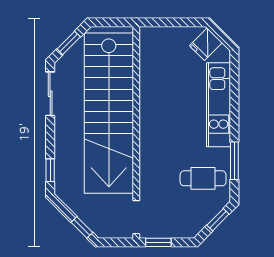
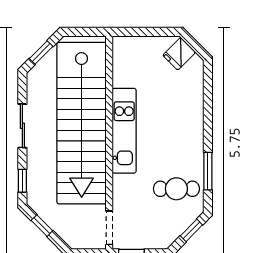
sliding door: (50, 94) -> (22, 126), moved
kitchen unit: (219, 105) -> (124, 131), moved, turned 180
window: (82, 227) -> (42, 226), moved

